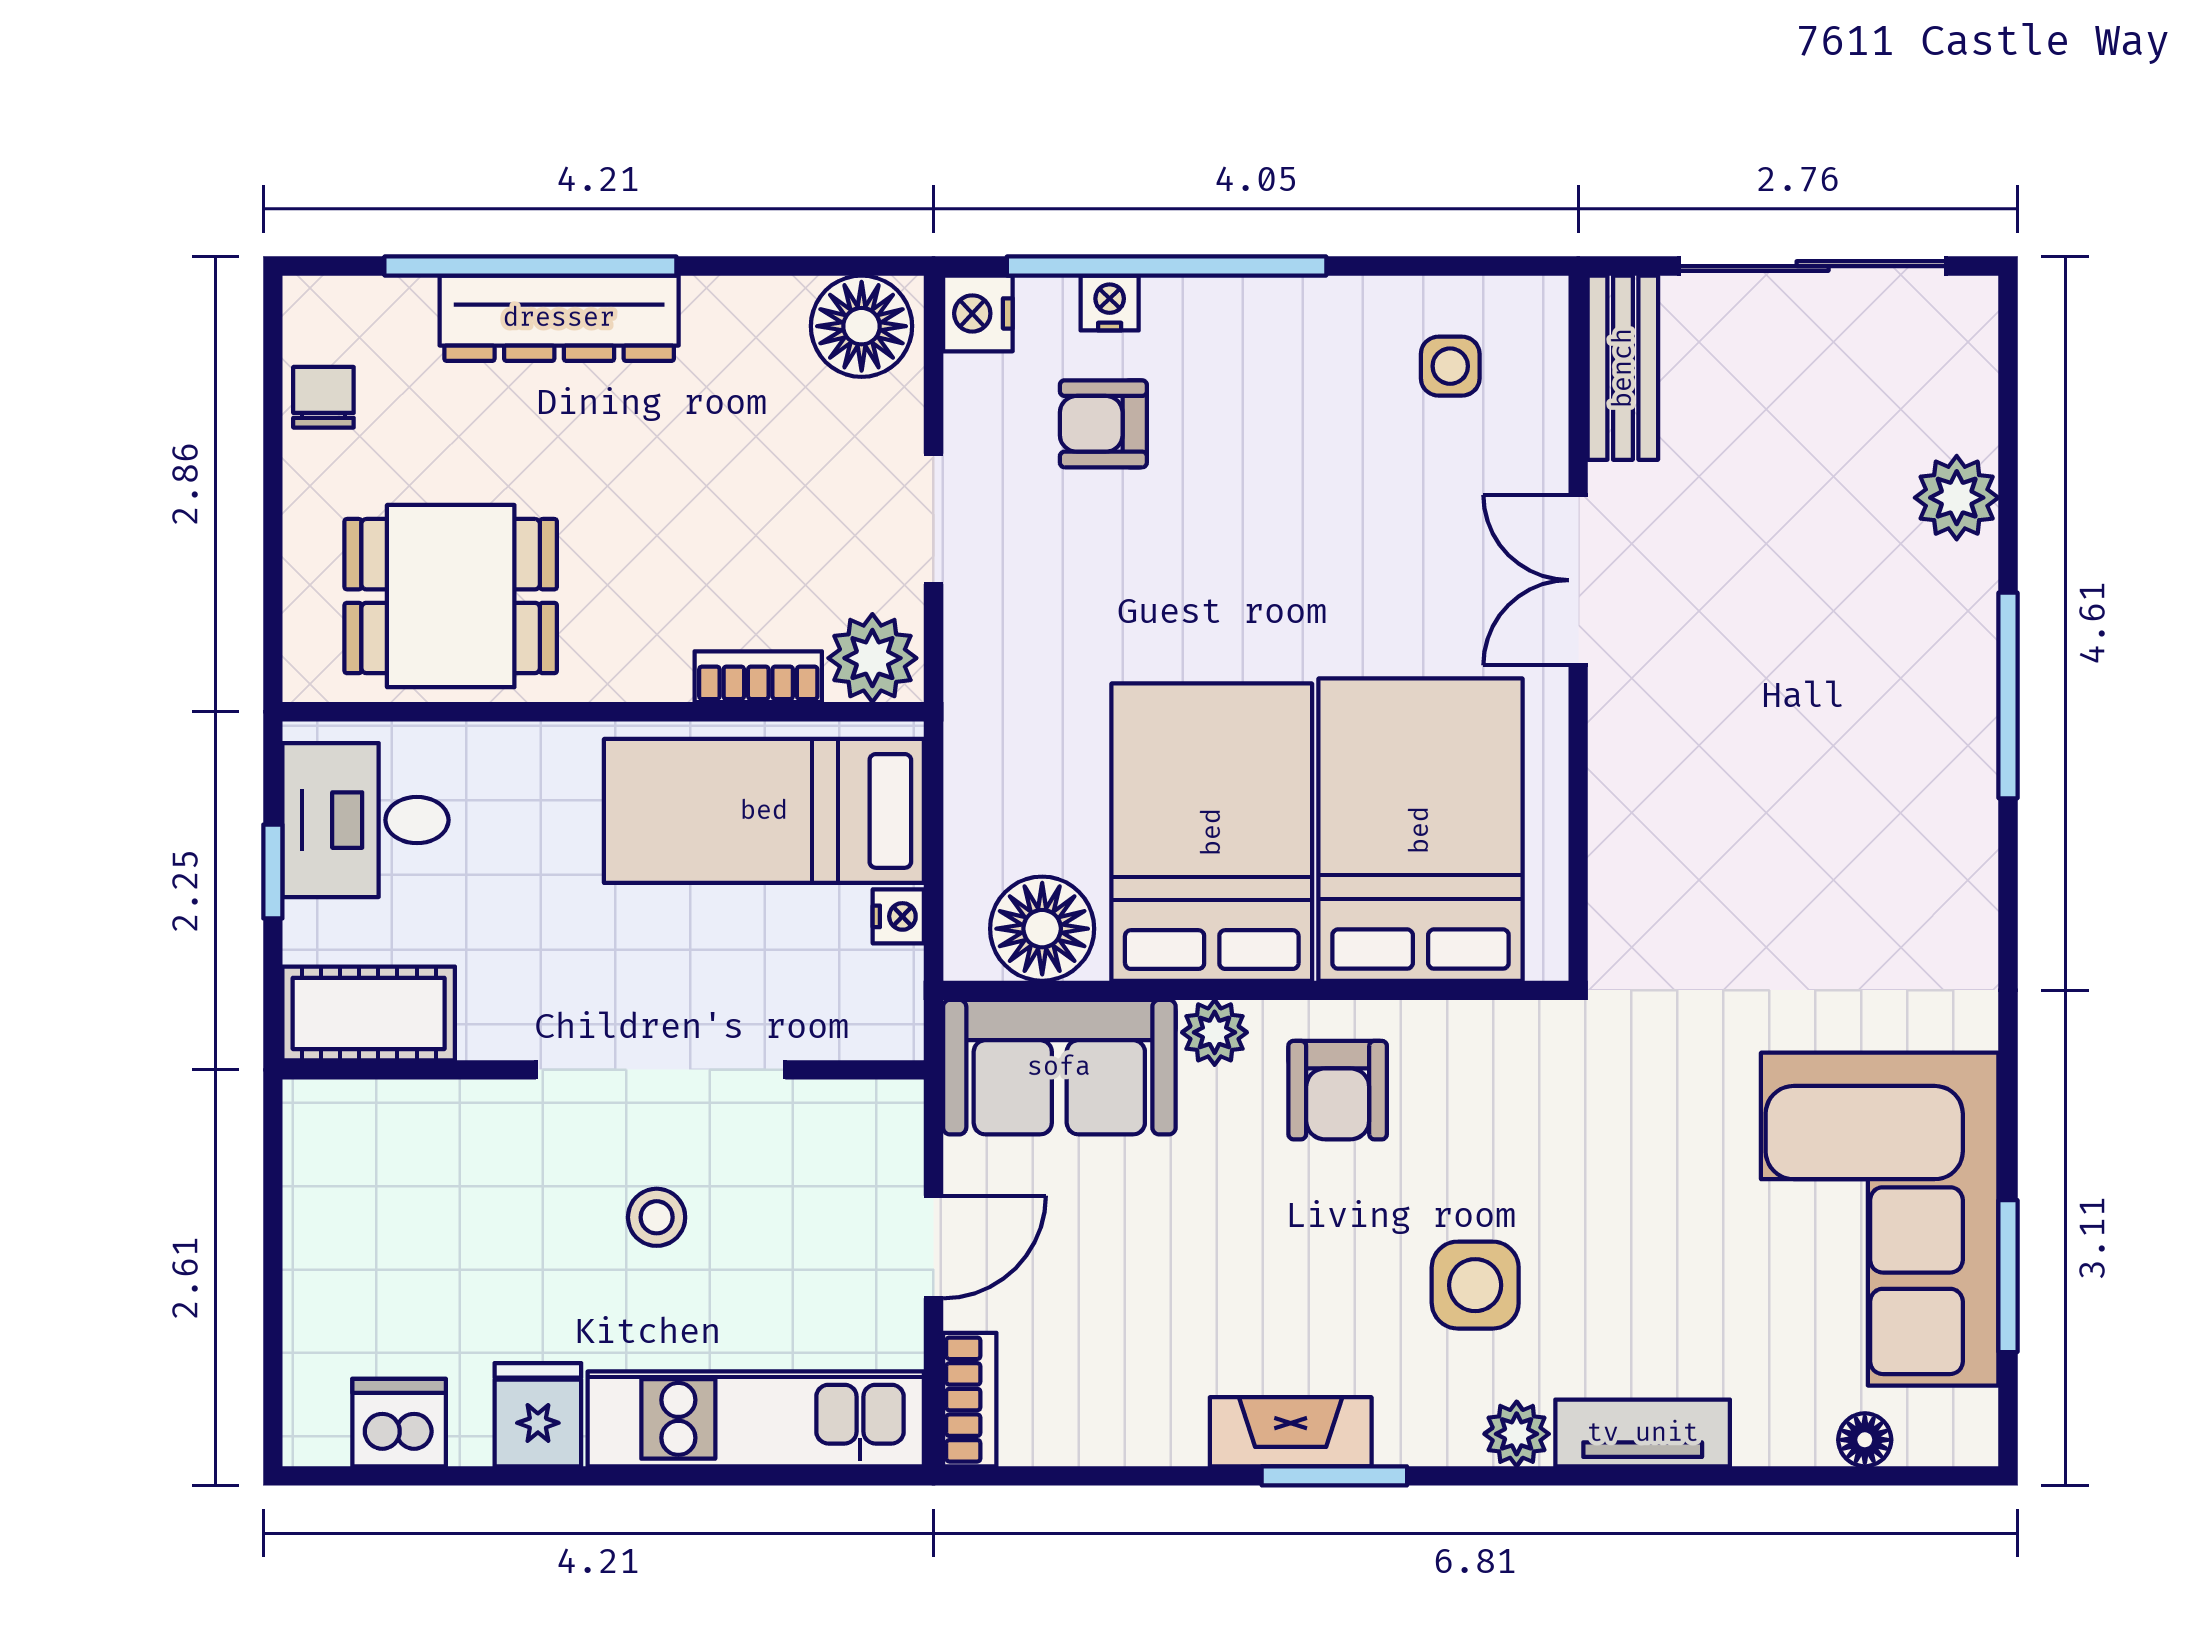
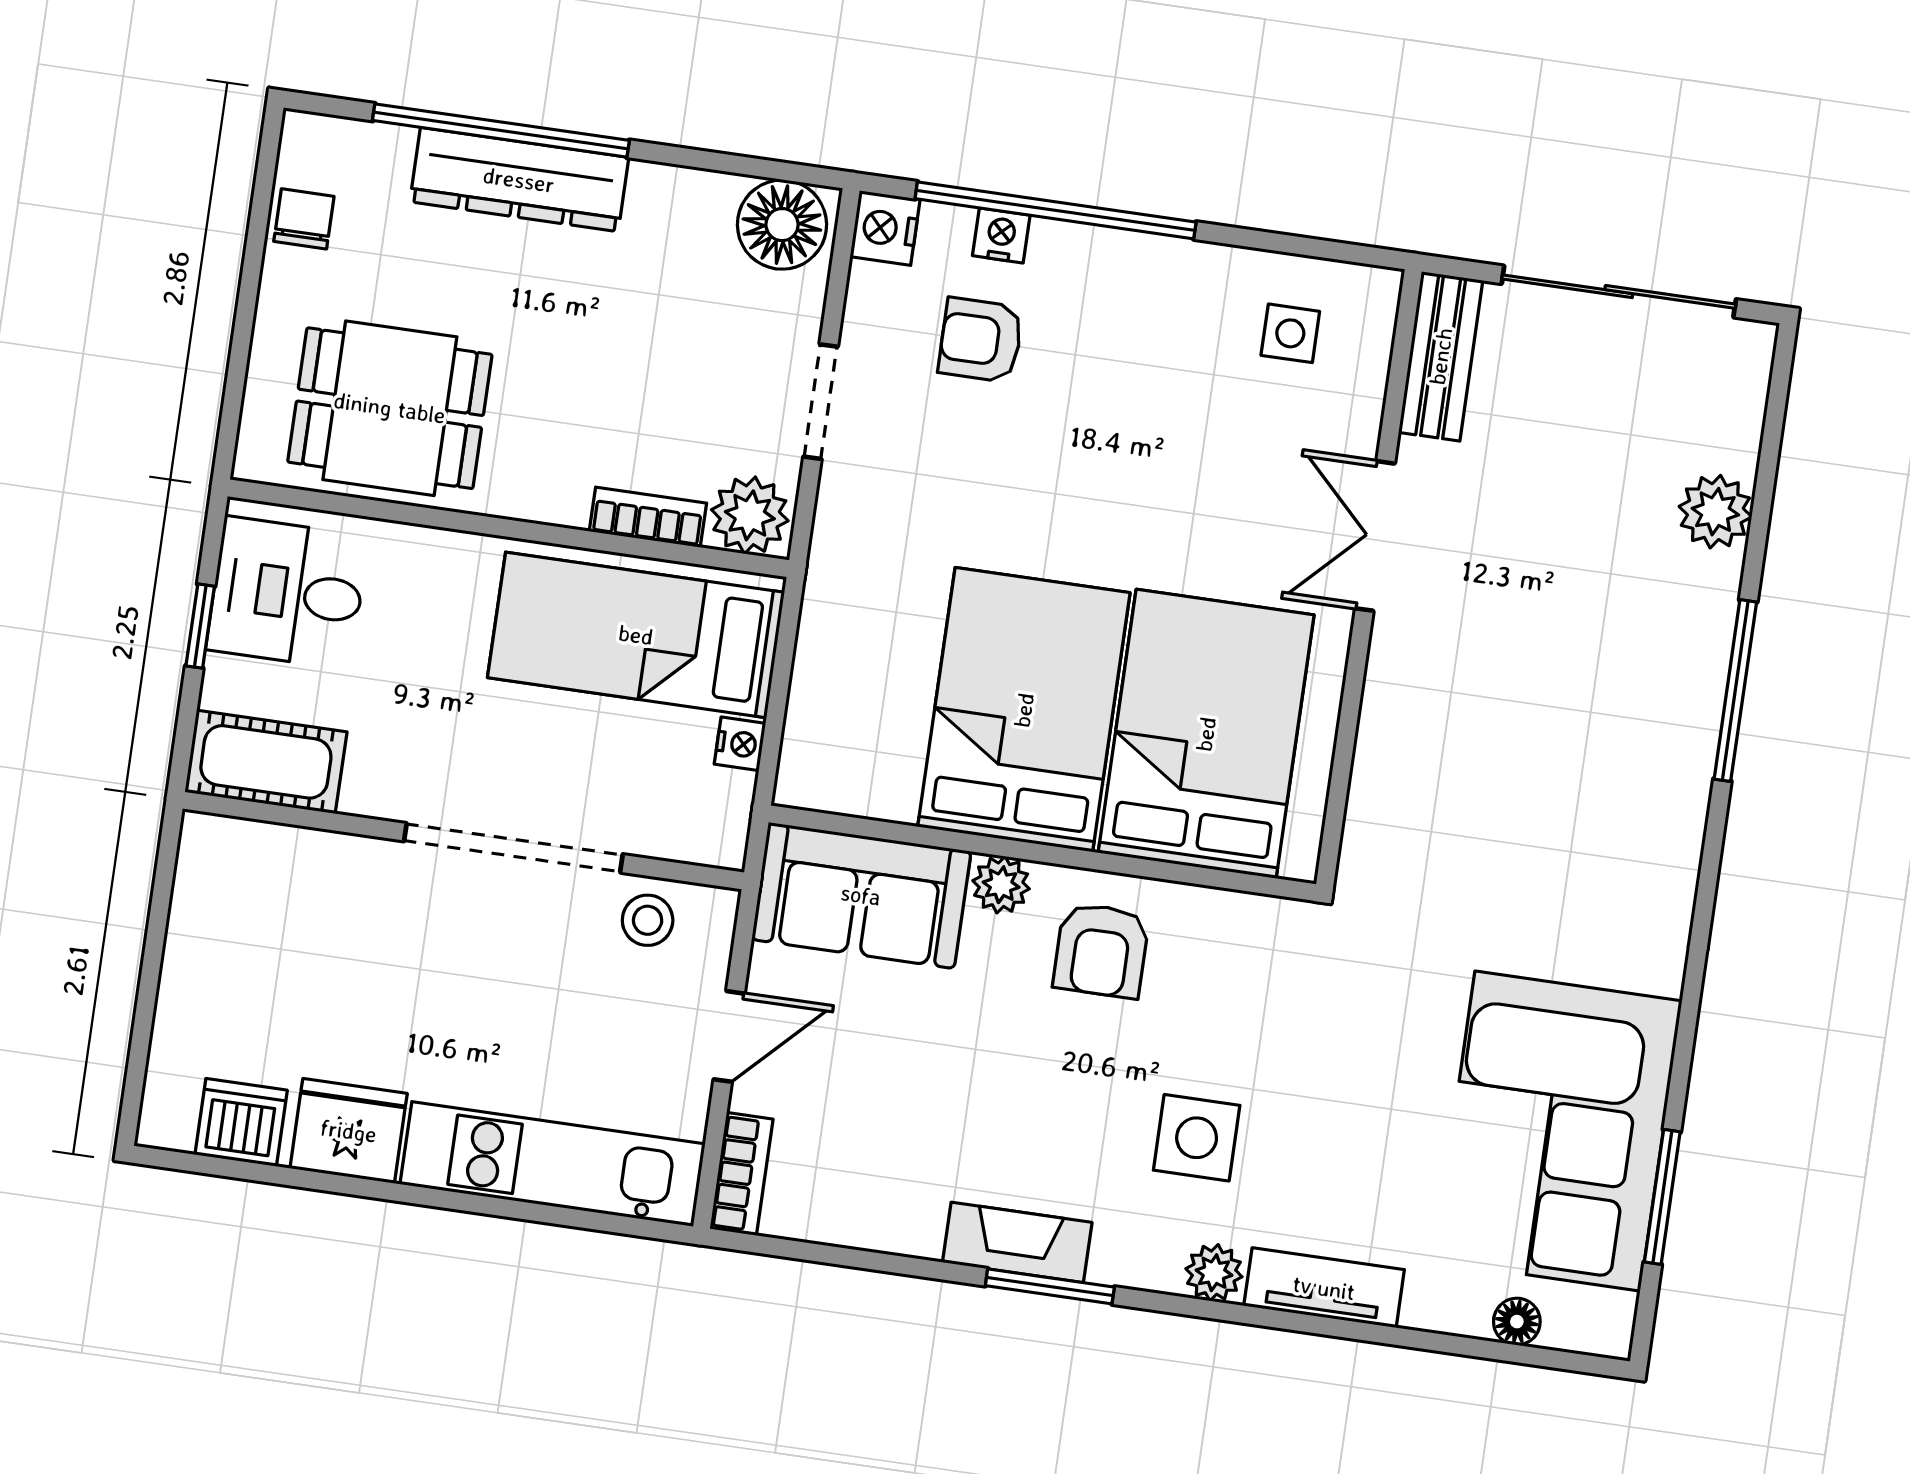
floor lamp: (1042, 929) -> (864, 773), removed
stool: (657, 1217) -> (648, 920), moved
fridge: (538, 1415) -> (349, 1131), width x1.38

